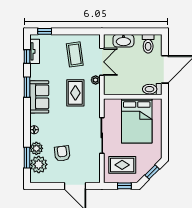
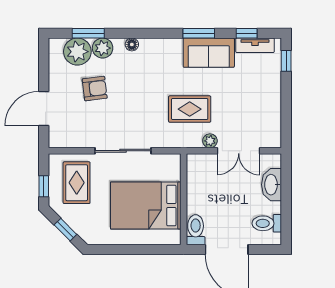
coffee table: (75, 54) -> (250, 108), removed
sofa: (39, 97) -> (209, 53), moved

